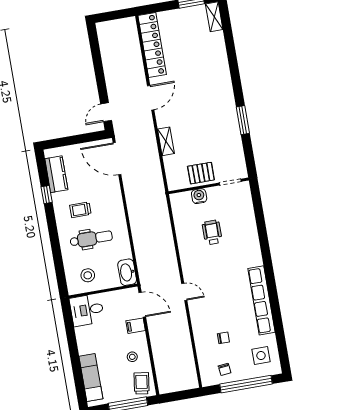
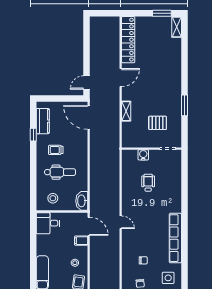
pallet: (201, 173) -> (158, 123), moved

